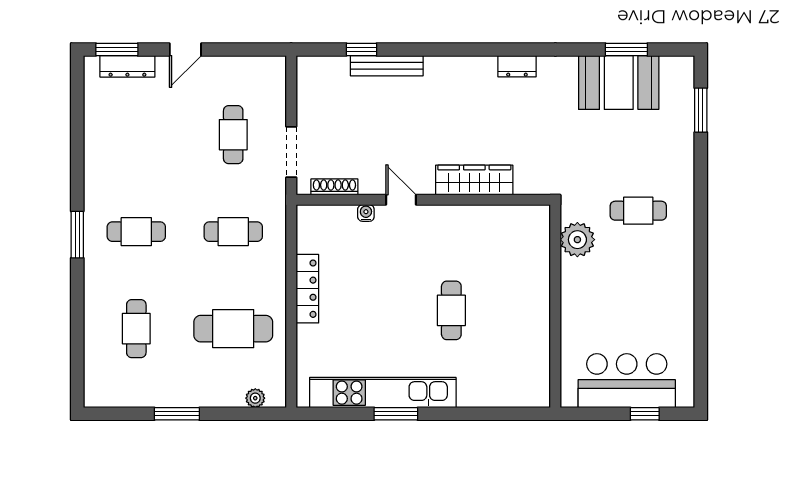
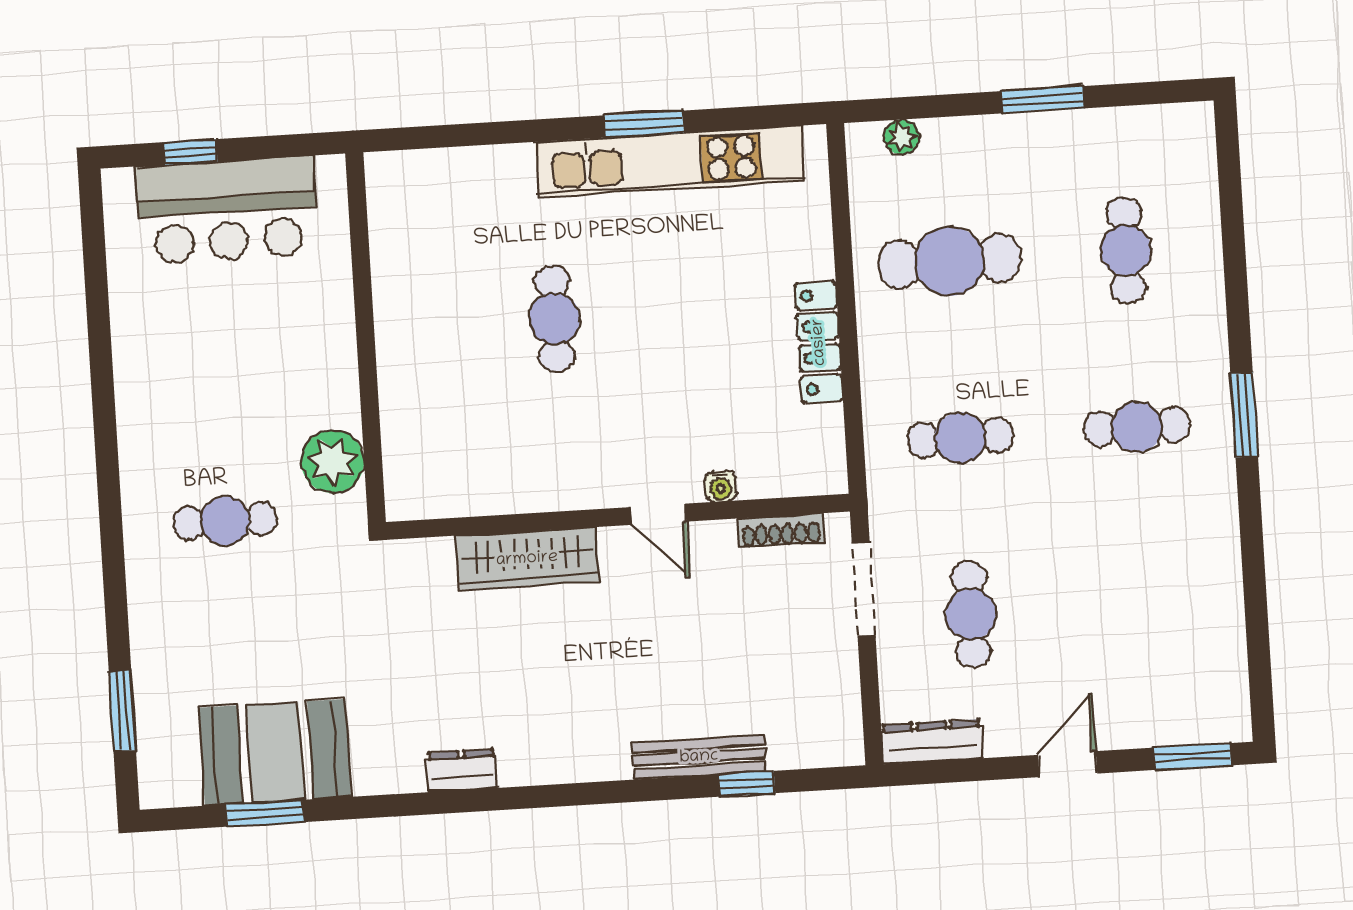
dresser: (127, 66) -> (932, 742), moved

